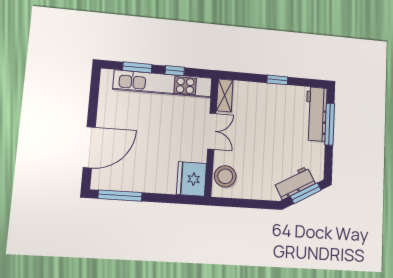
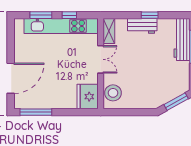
workbench: (295, 183) -> (142, 26), moved, turned -151

